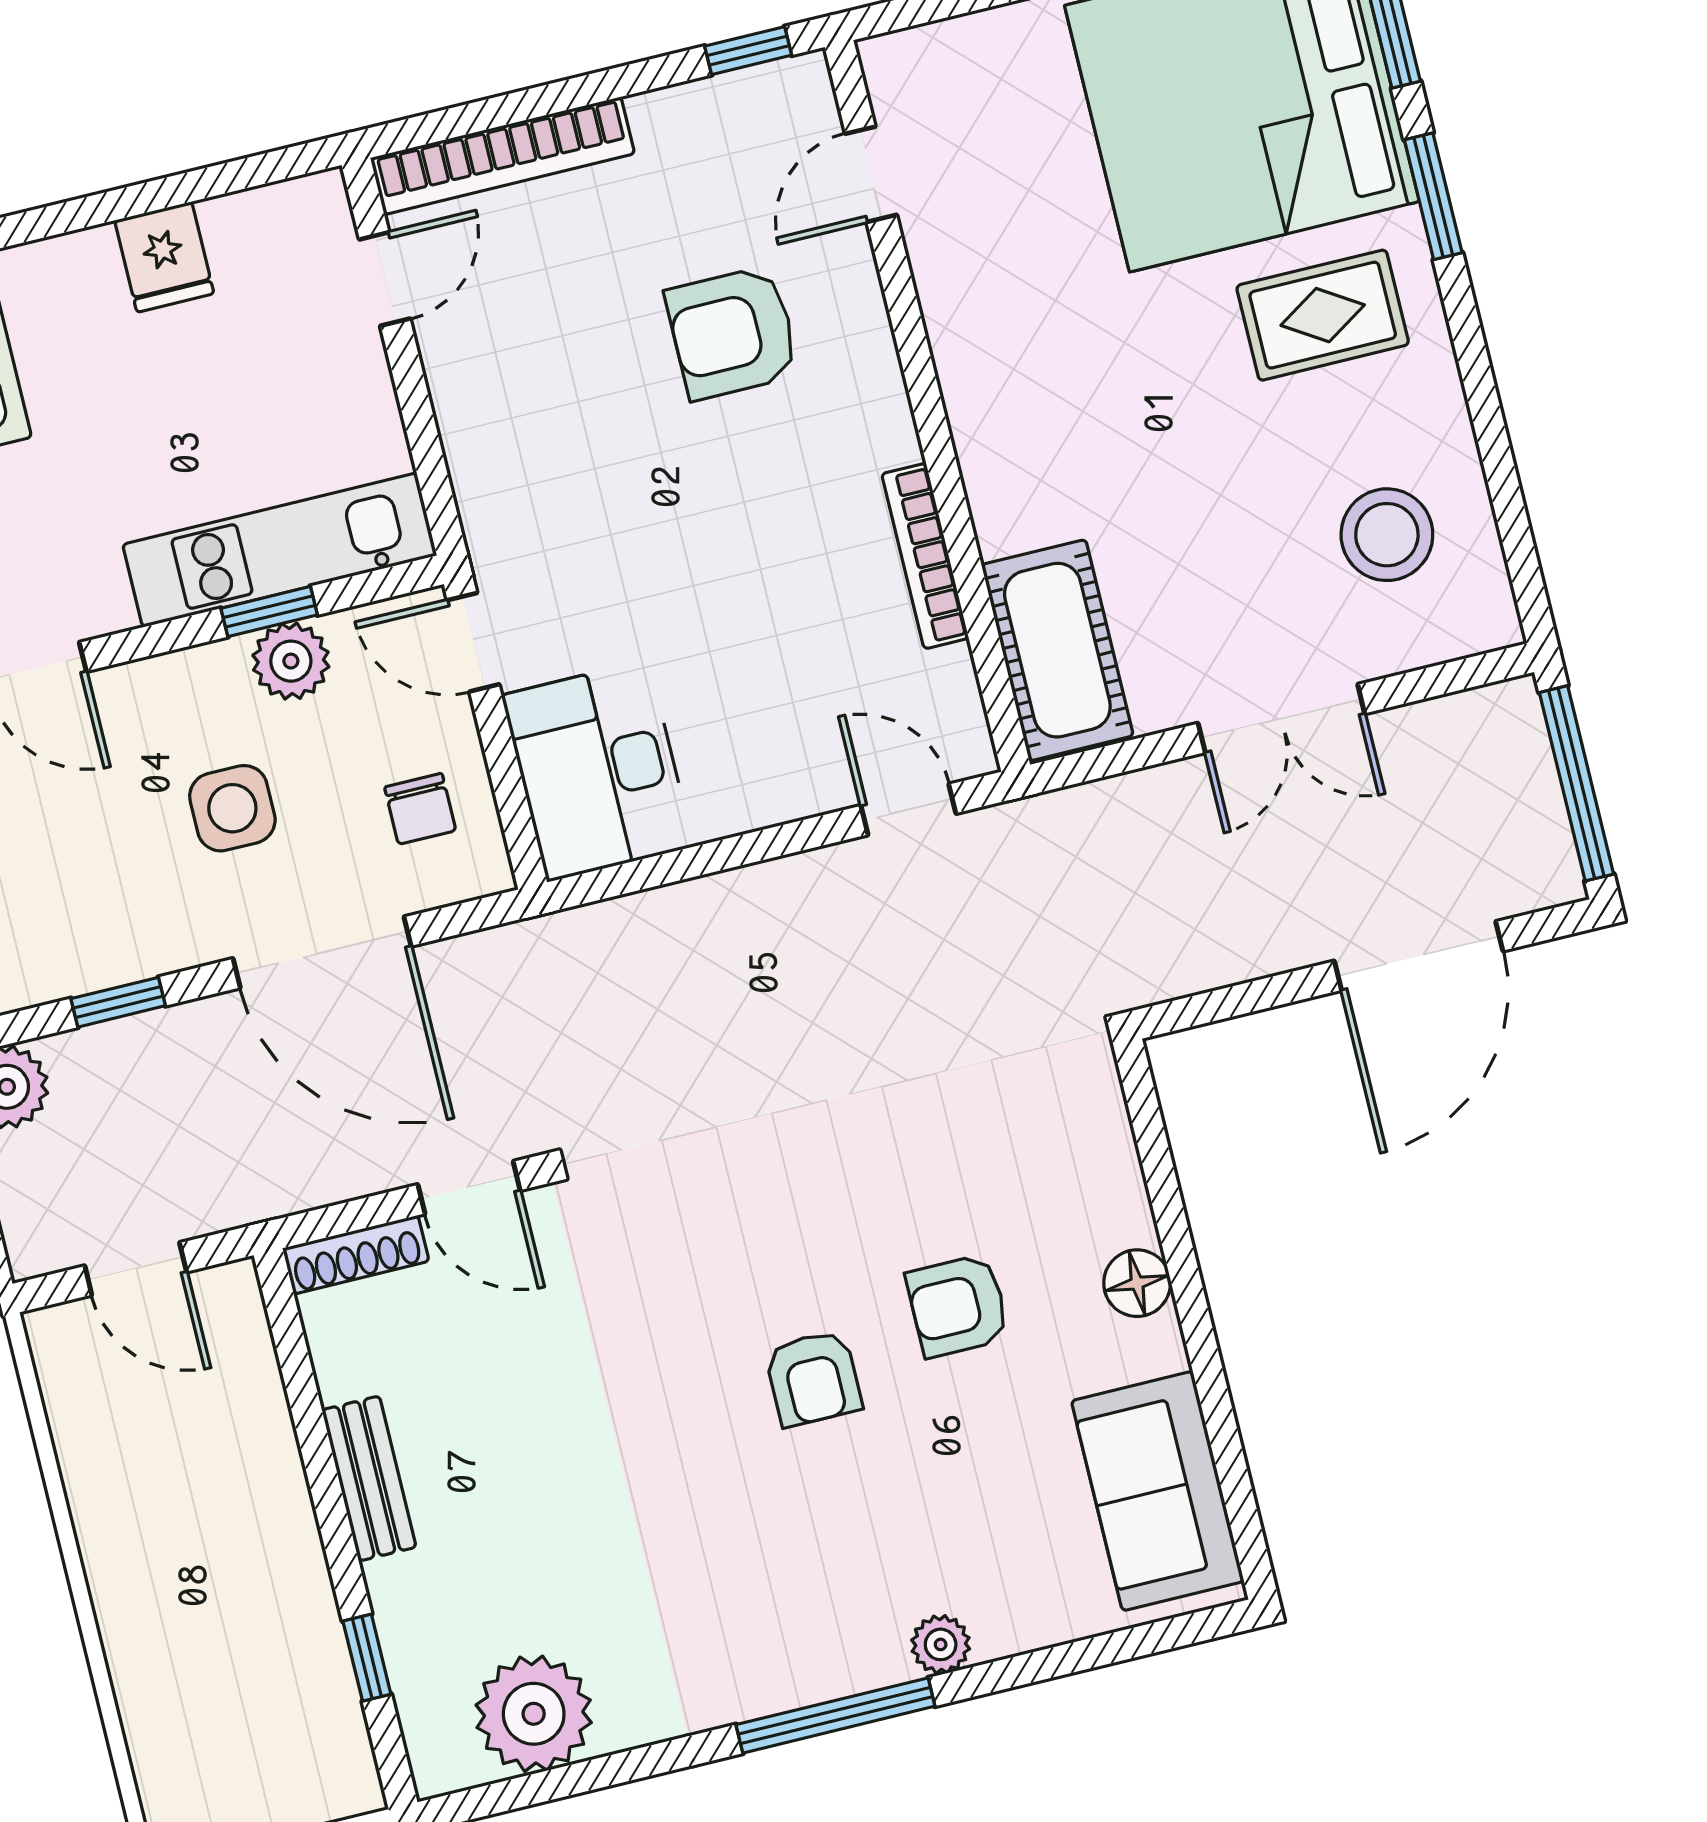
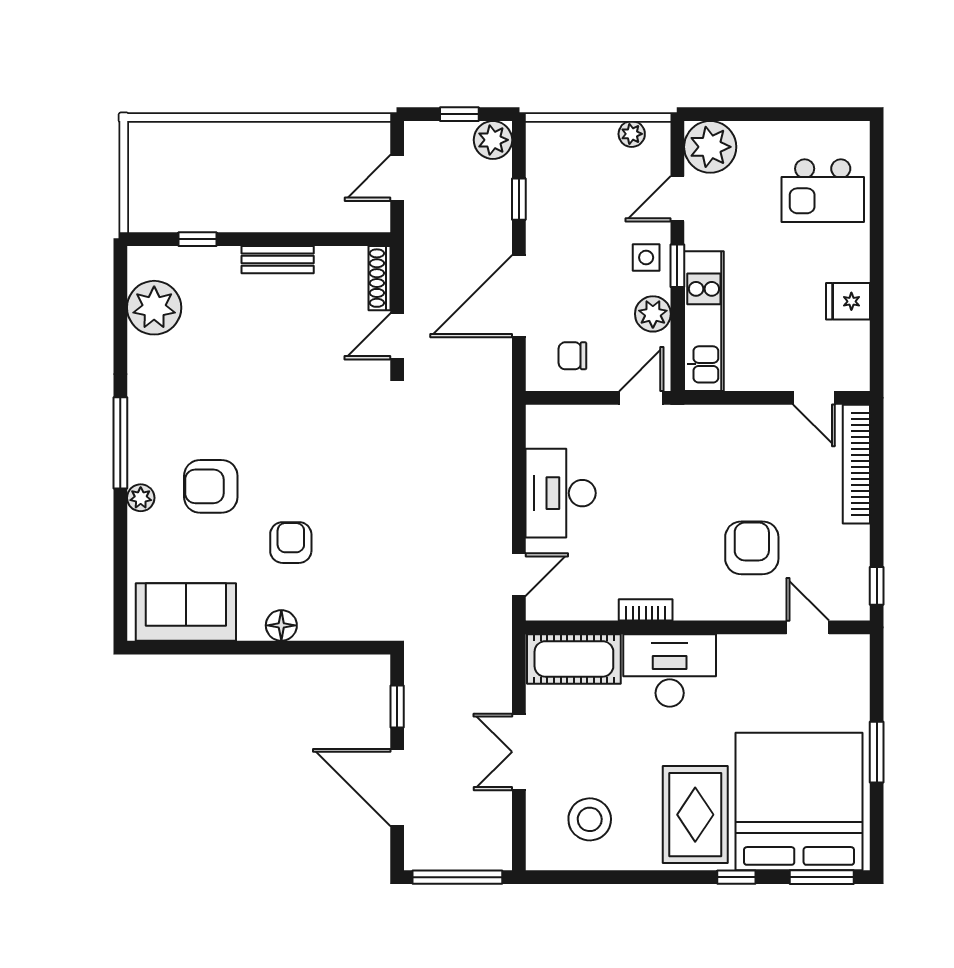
window: (1433, 196) -> (736, 877), width x0.67
rug: (1323, 315) -> (695, 815), width x1.36, depth x1.43
desk: (1033, 443) -> (670, 670), added
bookcase: (925, 556) -> (646, 610), width x0.64
window: (269, 612) -> (677, 266), moved
desk: (598, 771) -> (561, 493), moved, turned -90
side table: (232, 808) -> (646, 257), moved, width x0.73, depth x0.73
window: (1248, 998) -> (397, 706), added
armchair: (813, 1378) -> (211, 486), moved, width x1.38, depth x1.38

